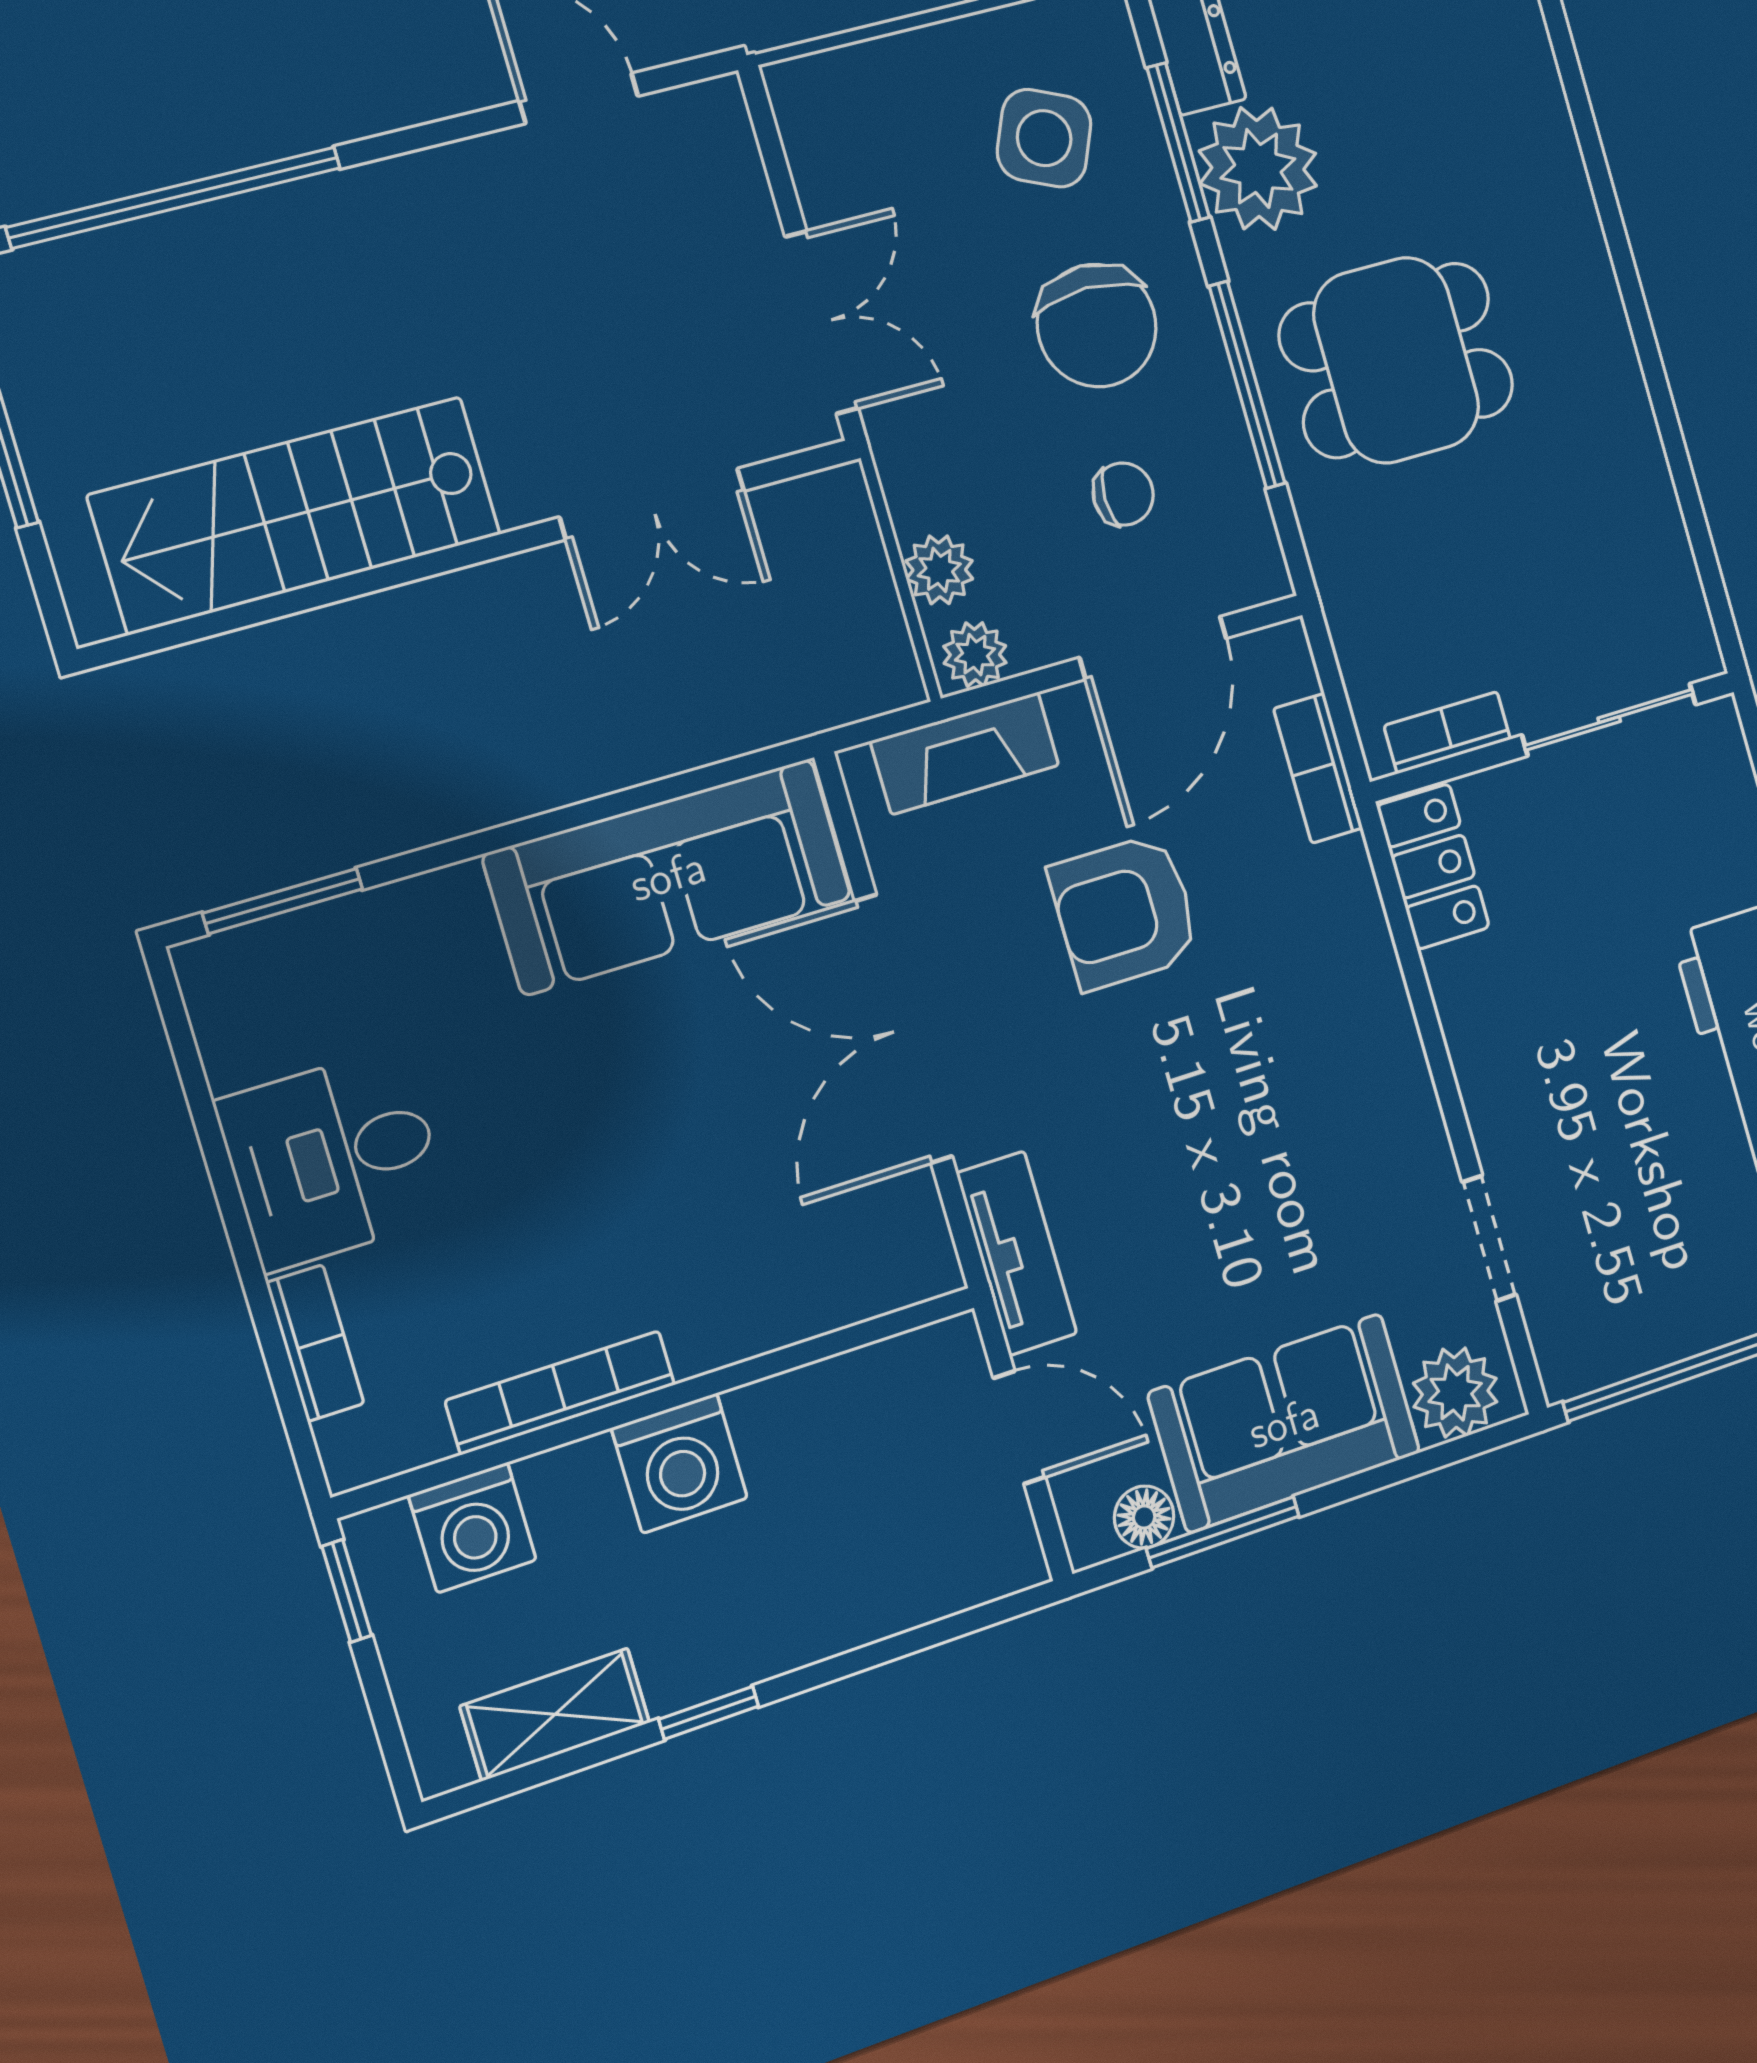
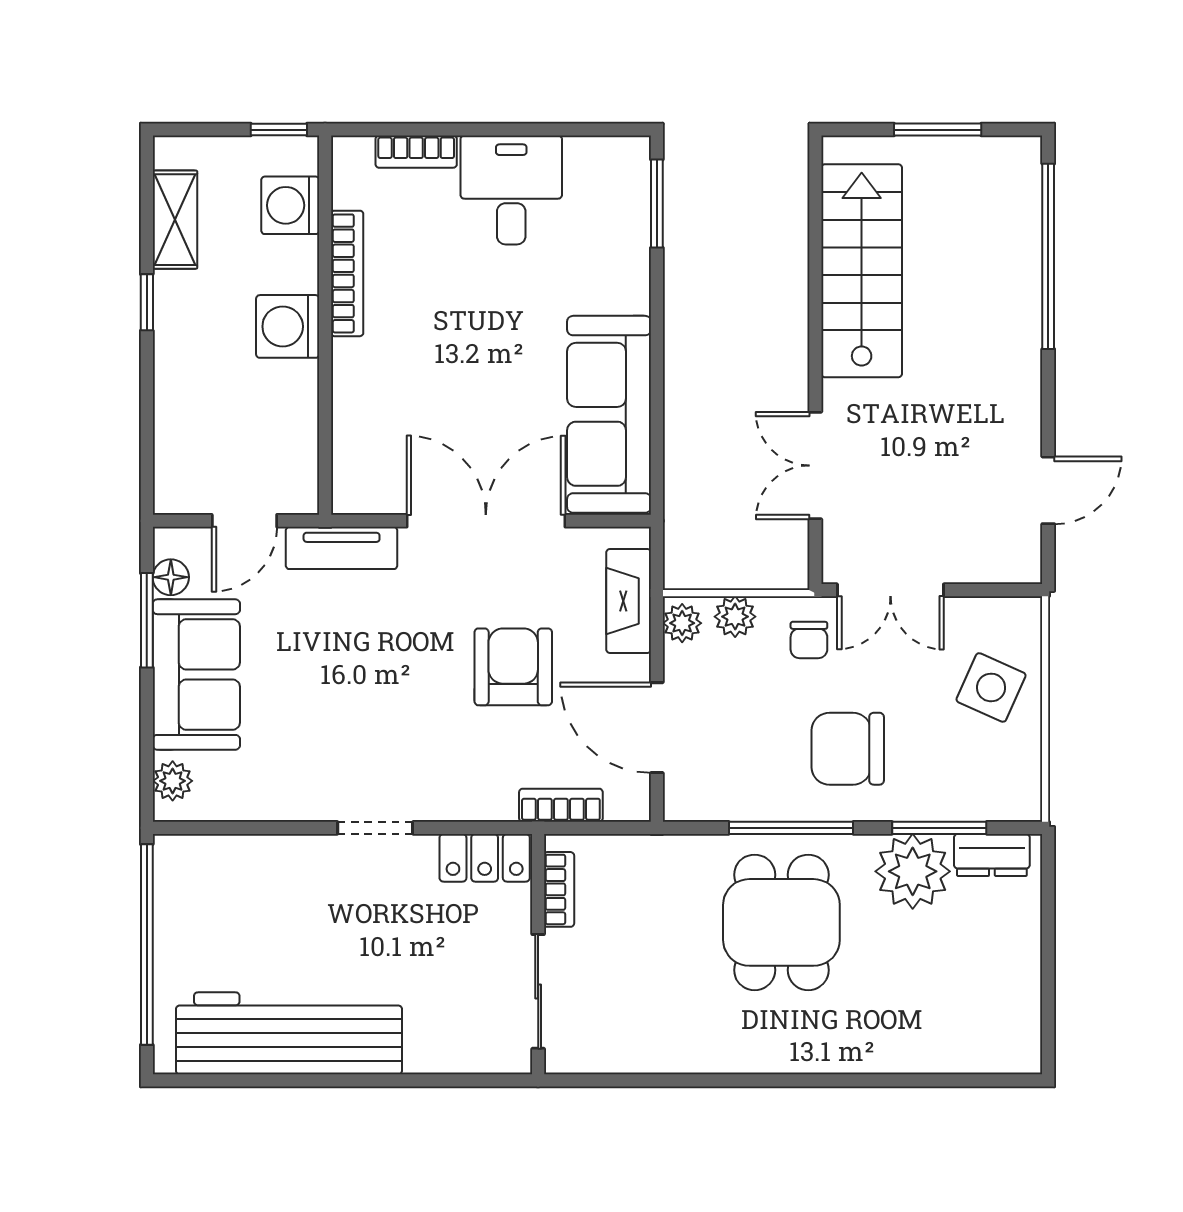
side table: (1044, 138) -> (991, 687), moved
chair: (1123, 494) -> (809, 640), moved
doorway: (1489, 1238) -> (375, 828), moved
plant: (1455, 1393) -> (173, 781), width x0.73, depth x0.73

